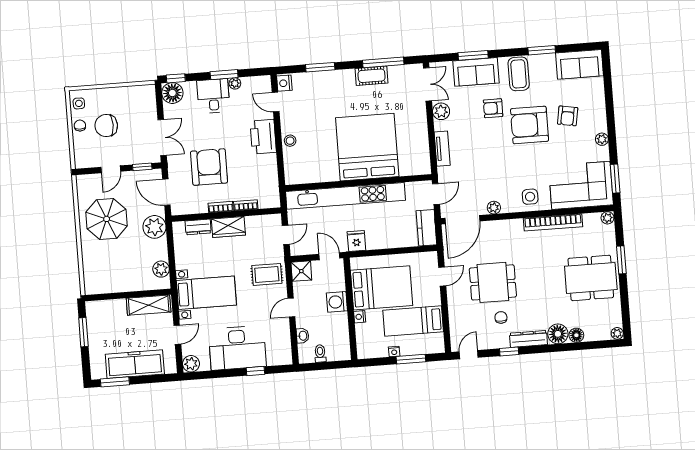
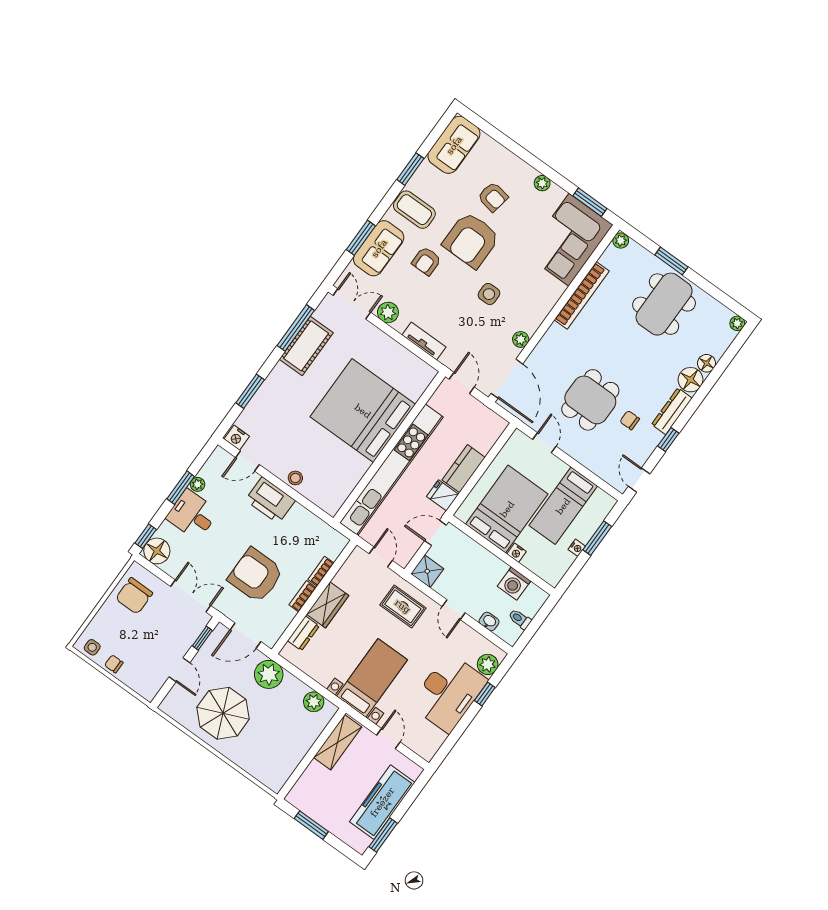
cot: (372, 76) -> (306, 346), width x1.37, depth x1.34
chair: (106, 126) -> (134, 596), moved
side table: (530, 197) -> (489, 294), moved
kitchen counter: (426, 228) -> (464, 469), moved, turned 90
rug: (267, 274) -> (403, 606), turned 90
washing machine: (337, 302) -> (514, 584), moved
plant: (191, 364) -> (488, 664), moved

